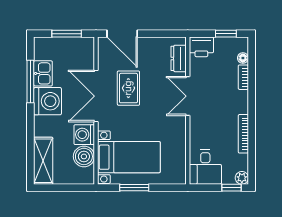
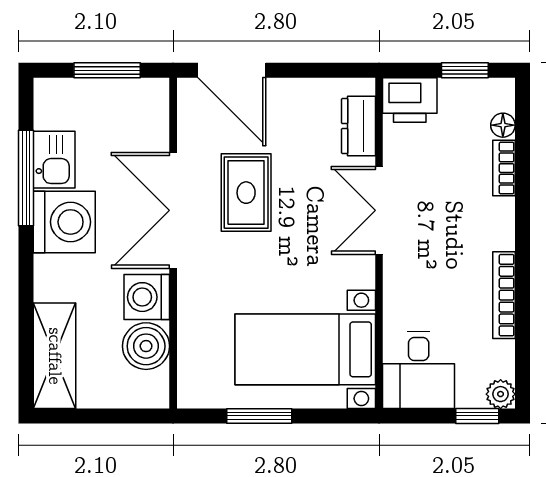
bed with nightstands: (129, 157) -> (305, 349), moved, turned 180

